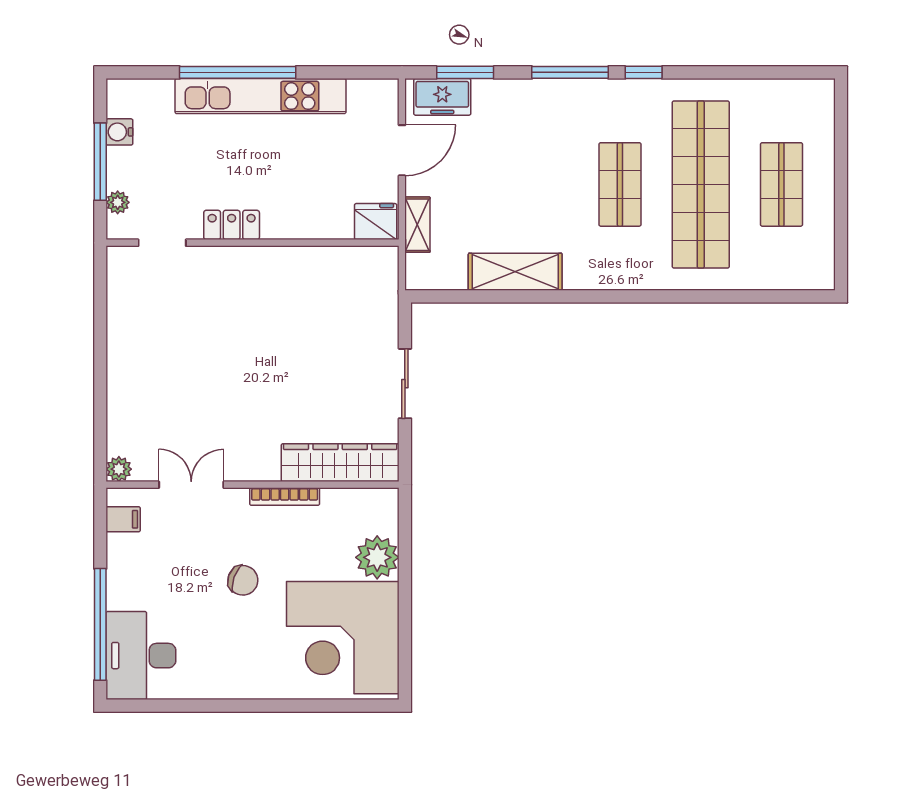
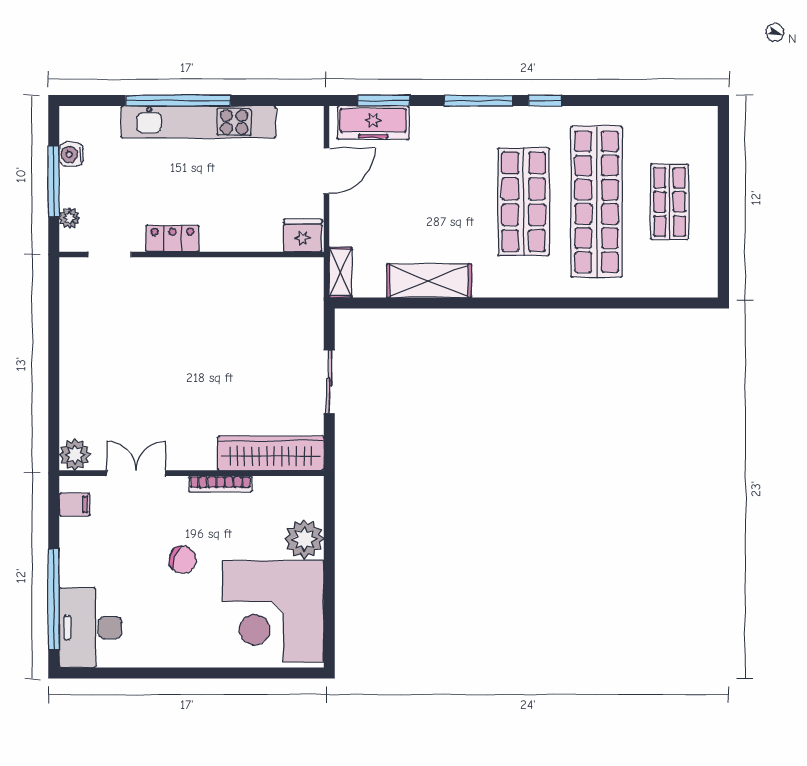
freezer: (442, 97) -> (373, 123), width x1.40
shop shelf: (620, 184) -> (524, 202), width x1.43, depth x1.36
shelving: (417, 225) -> (340, 273), moved
plant: (119, 469) -> (75, 455), width x1.38, depth x1.38

